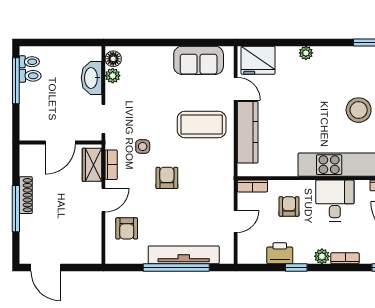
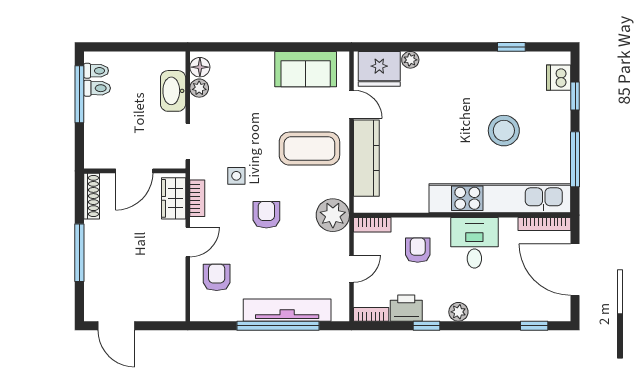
plant: (306, 53) -> (410, 60), moved
plant: (220, 178) -> (333, 215), added
shoe rack: (26, 195) -> (92, 196), moved
armchair: (127, 228) -> (217, 277), turned 180
bookcase: (345, 258) -> (371, 314), moved

